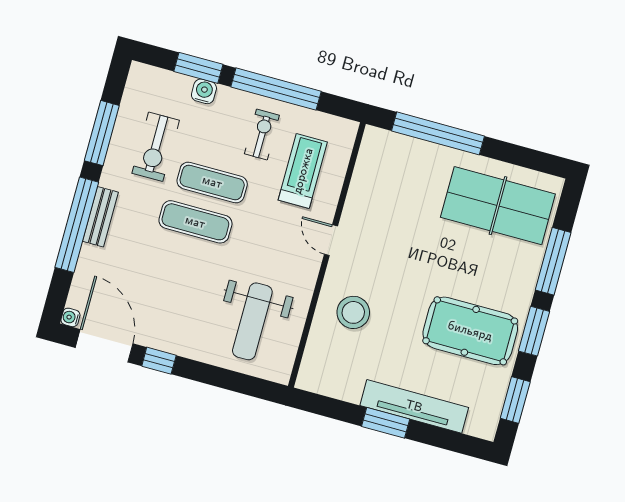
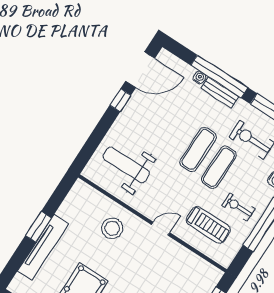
exercise bike: (262, 135) -> (238, 207), turned 180
water cooler: (70, 317) -> (199, 78), moved

